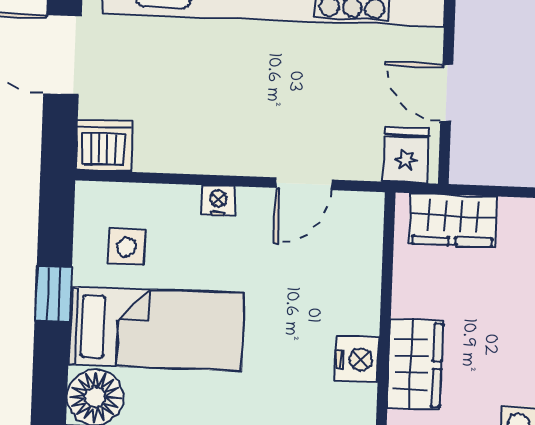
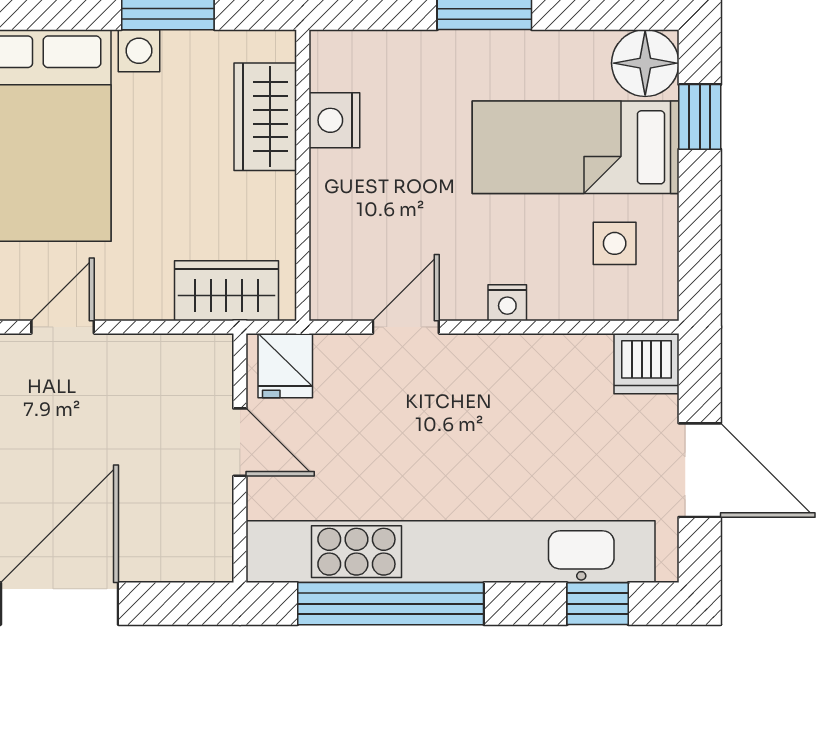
window: (53, 294) -> (700, 117), moved

